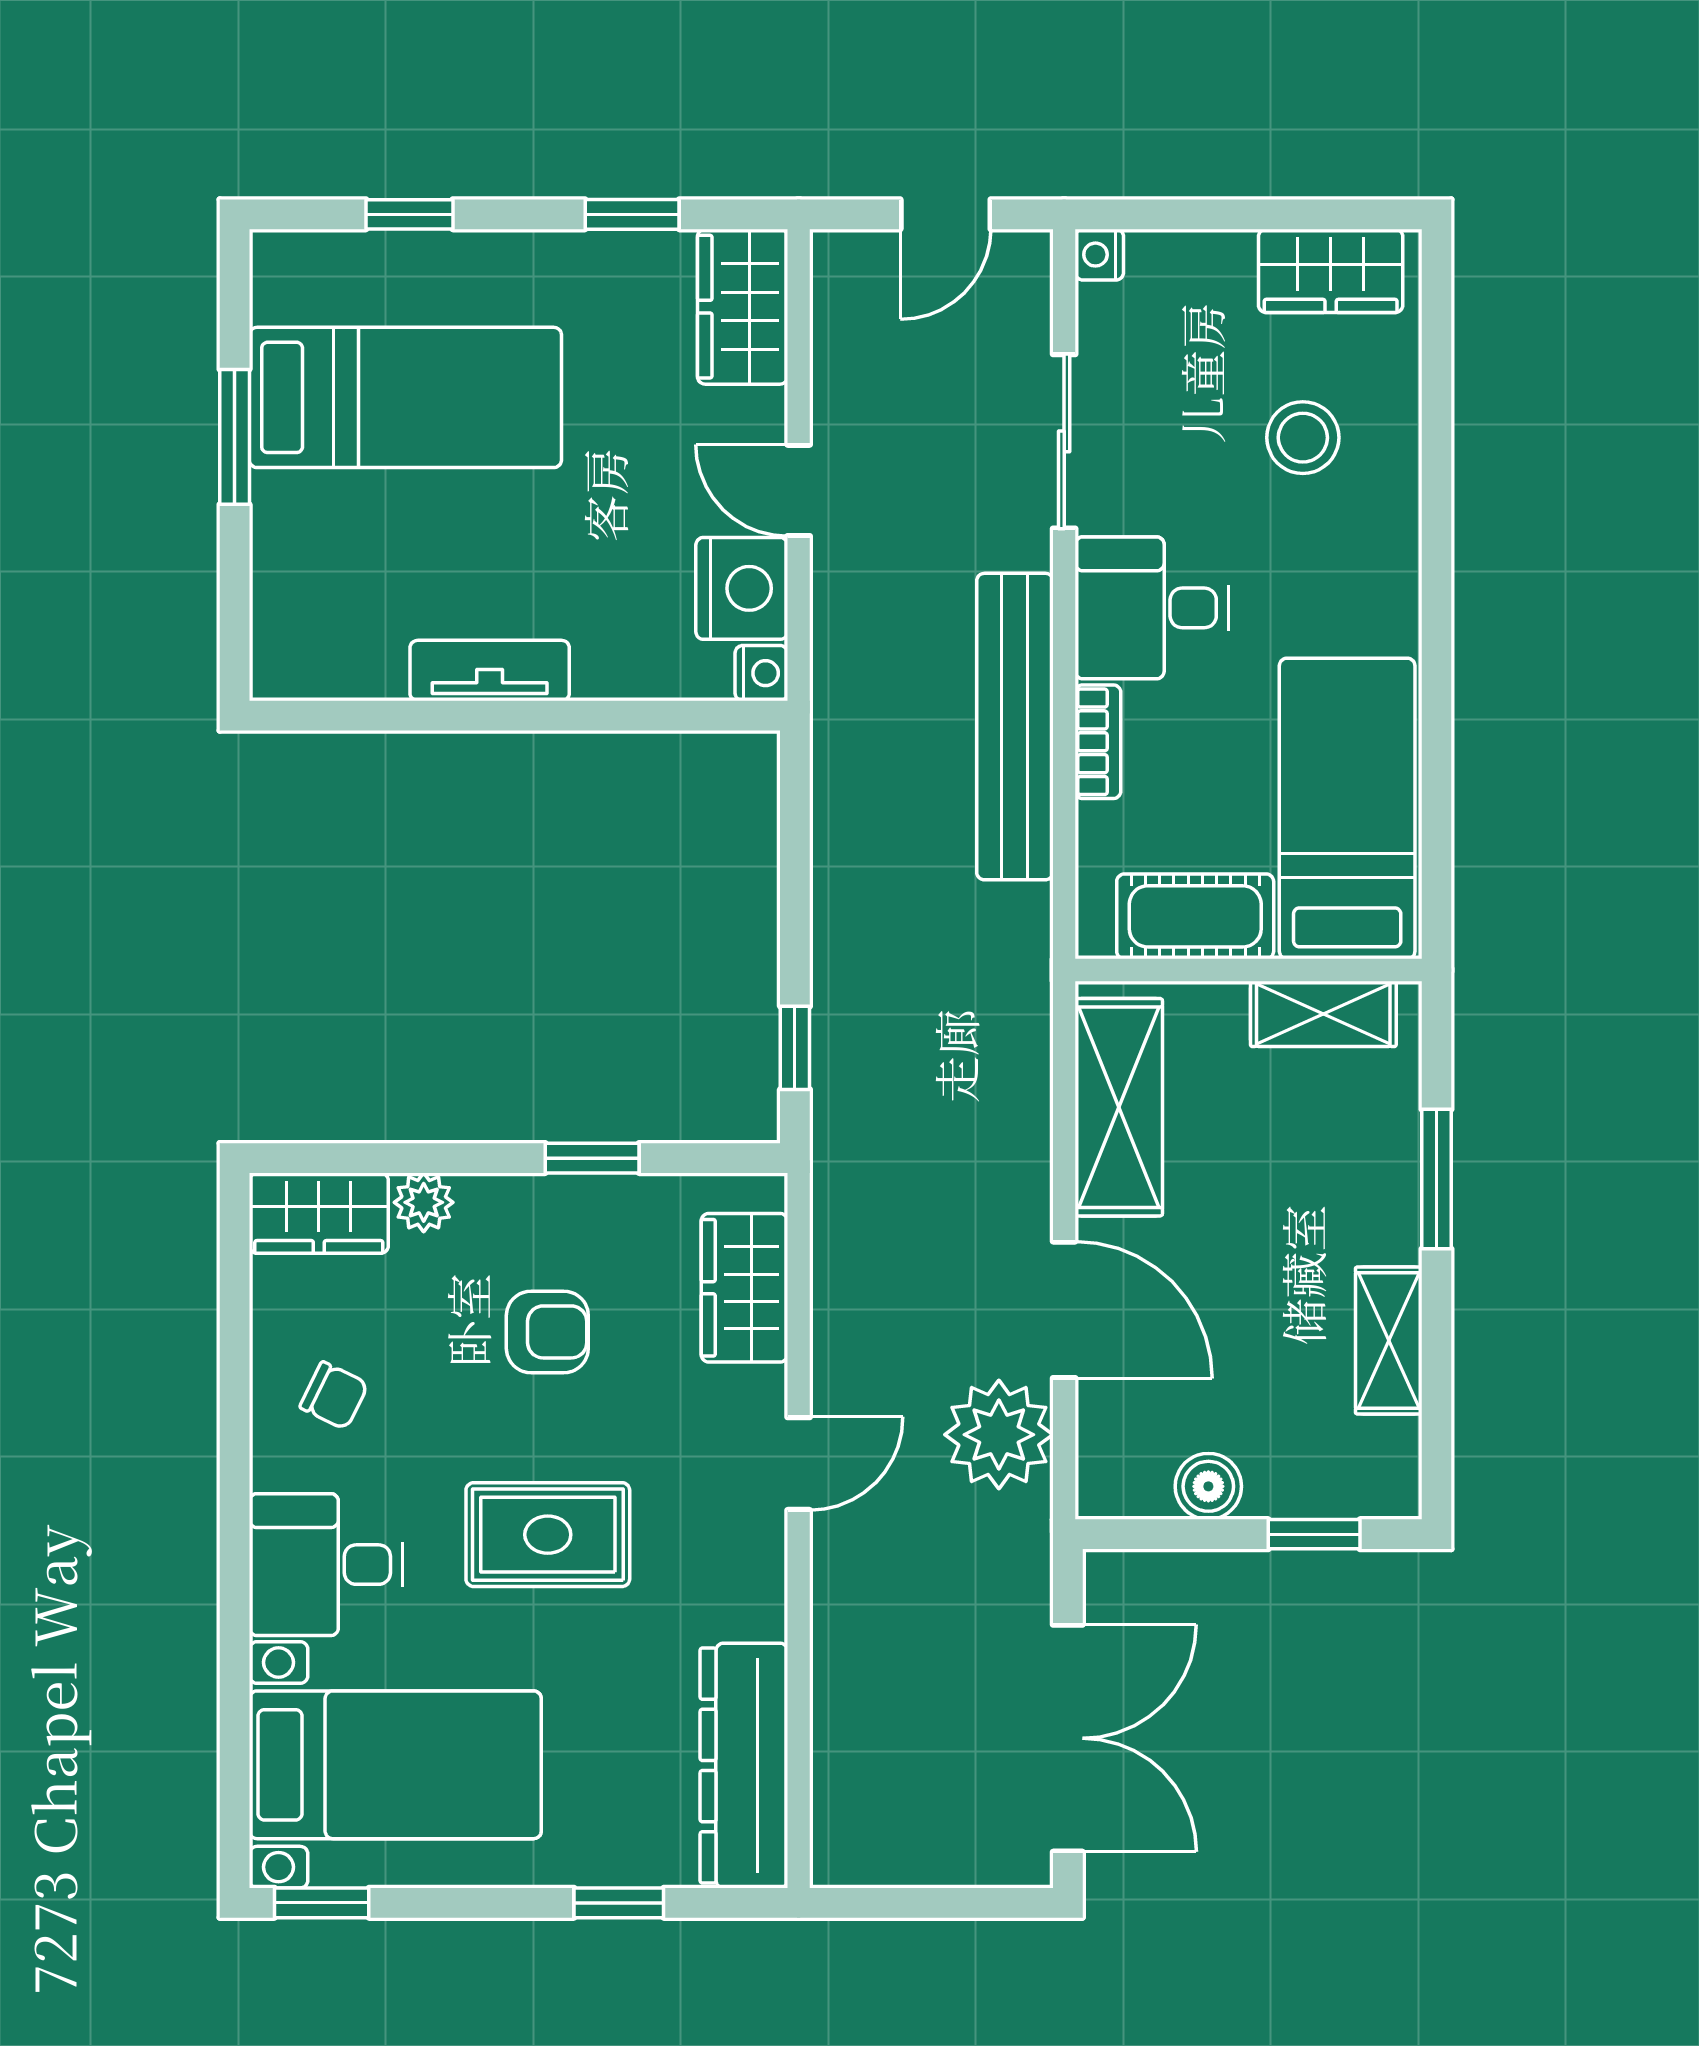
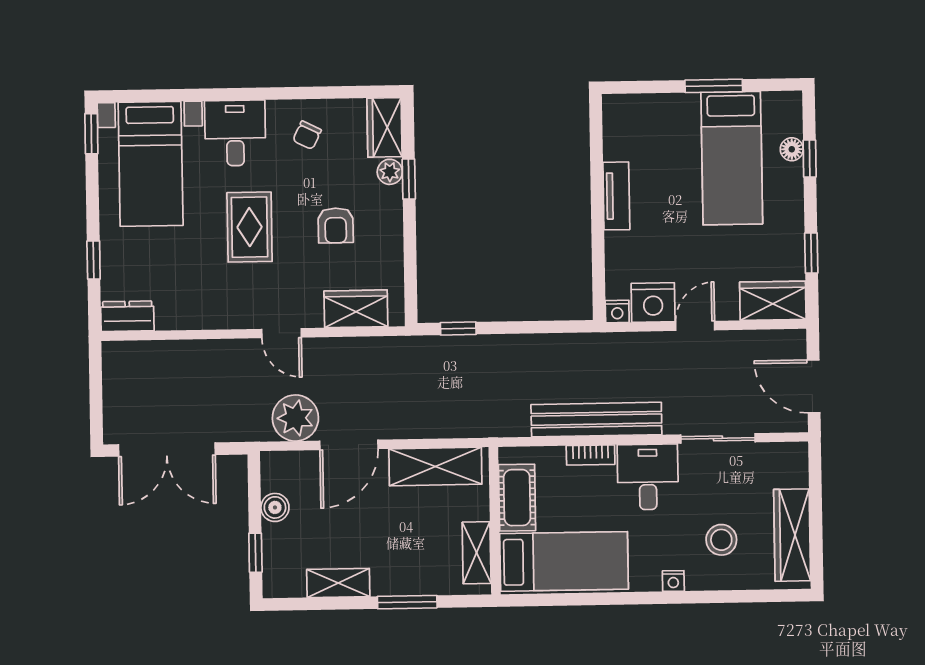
door: (946, 214) -> (814, 386), width x1.38
nightstand: (1099, 255) -> (673, 581), moved, turned 180
floor lamp: (387, 256) -> (792, 149), added
wardrobe: (1331, 271) -> (792, 535), width x1.50
window: (592, 1158) -> (409, 179), moved
dresser: (744, 1766) -> (127, 316), width x0.51, depth x0.80

